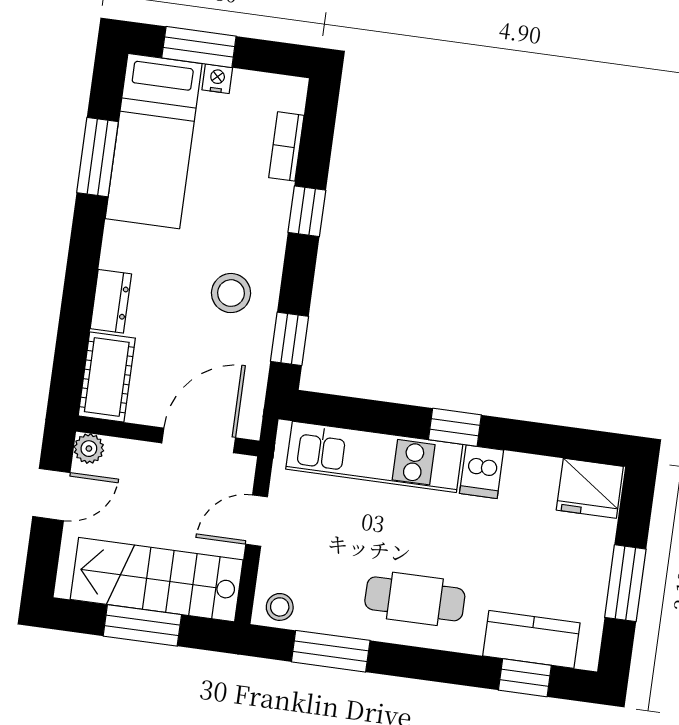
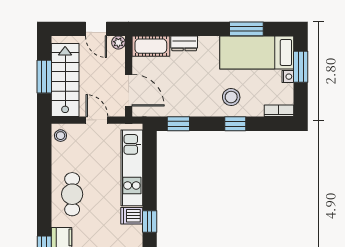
bookcase: (286, 146) -> (279, 111), moved
stool: (231, 293) -> (231, 97), moved
window: (455, 427) -> (150, 222), moved
window: (331, 651) -> (44, 161), removed

